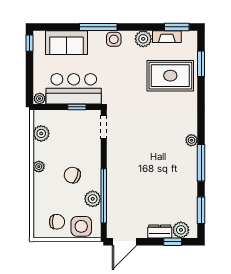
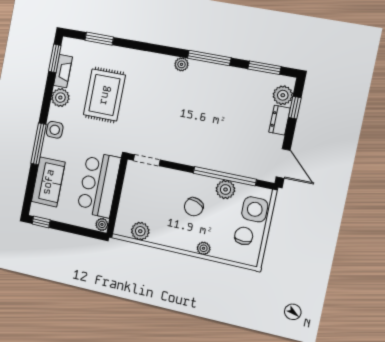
rug: (170, 76) -> (104, 95), moved
window: (77, 107) -> (119, 185), removed
plant: (39, 167) -> (204, 248), moved

